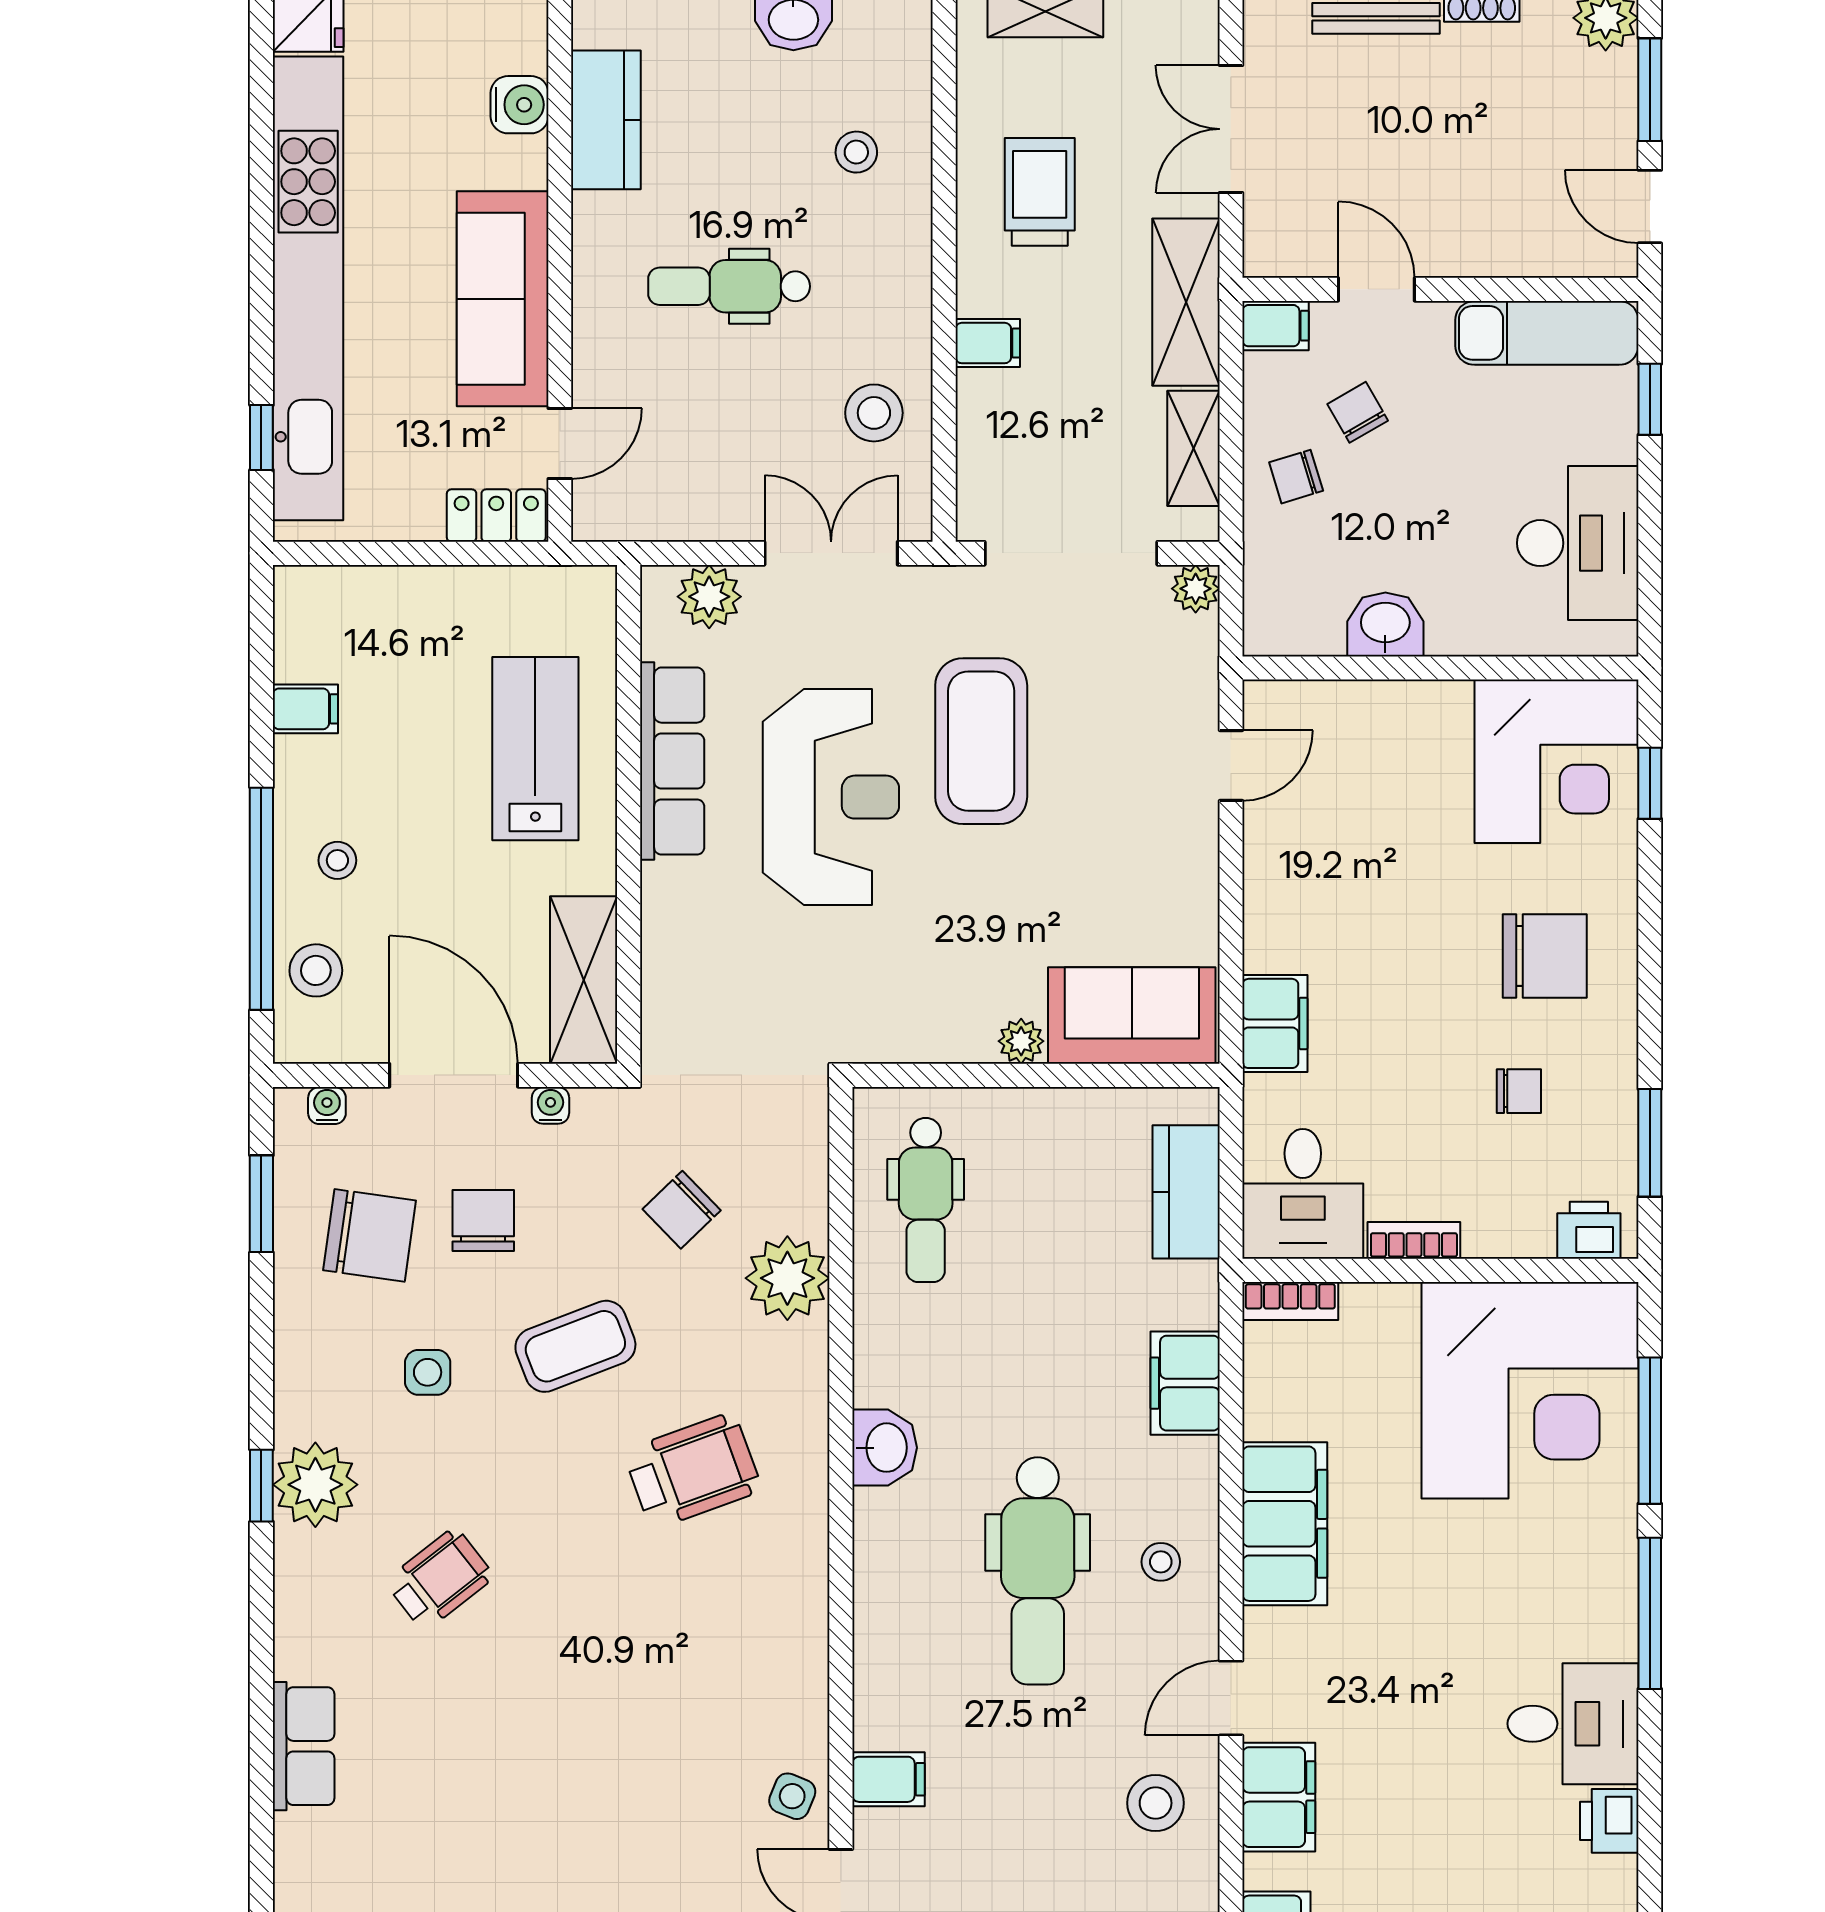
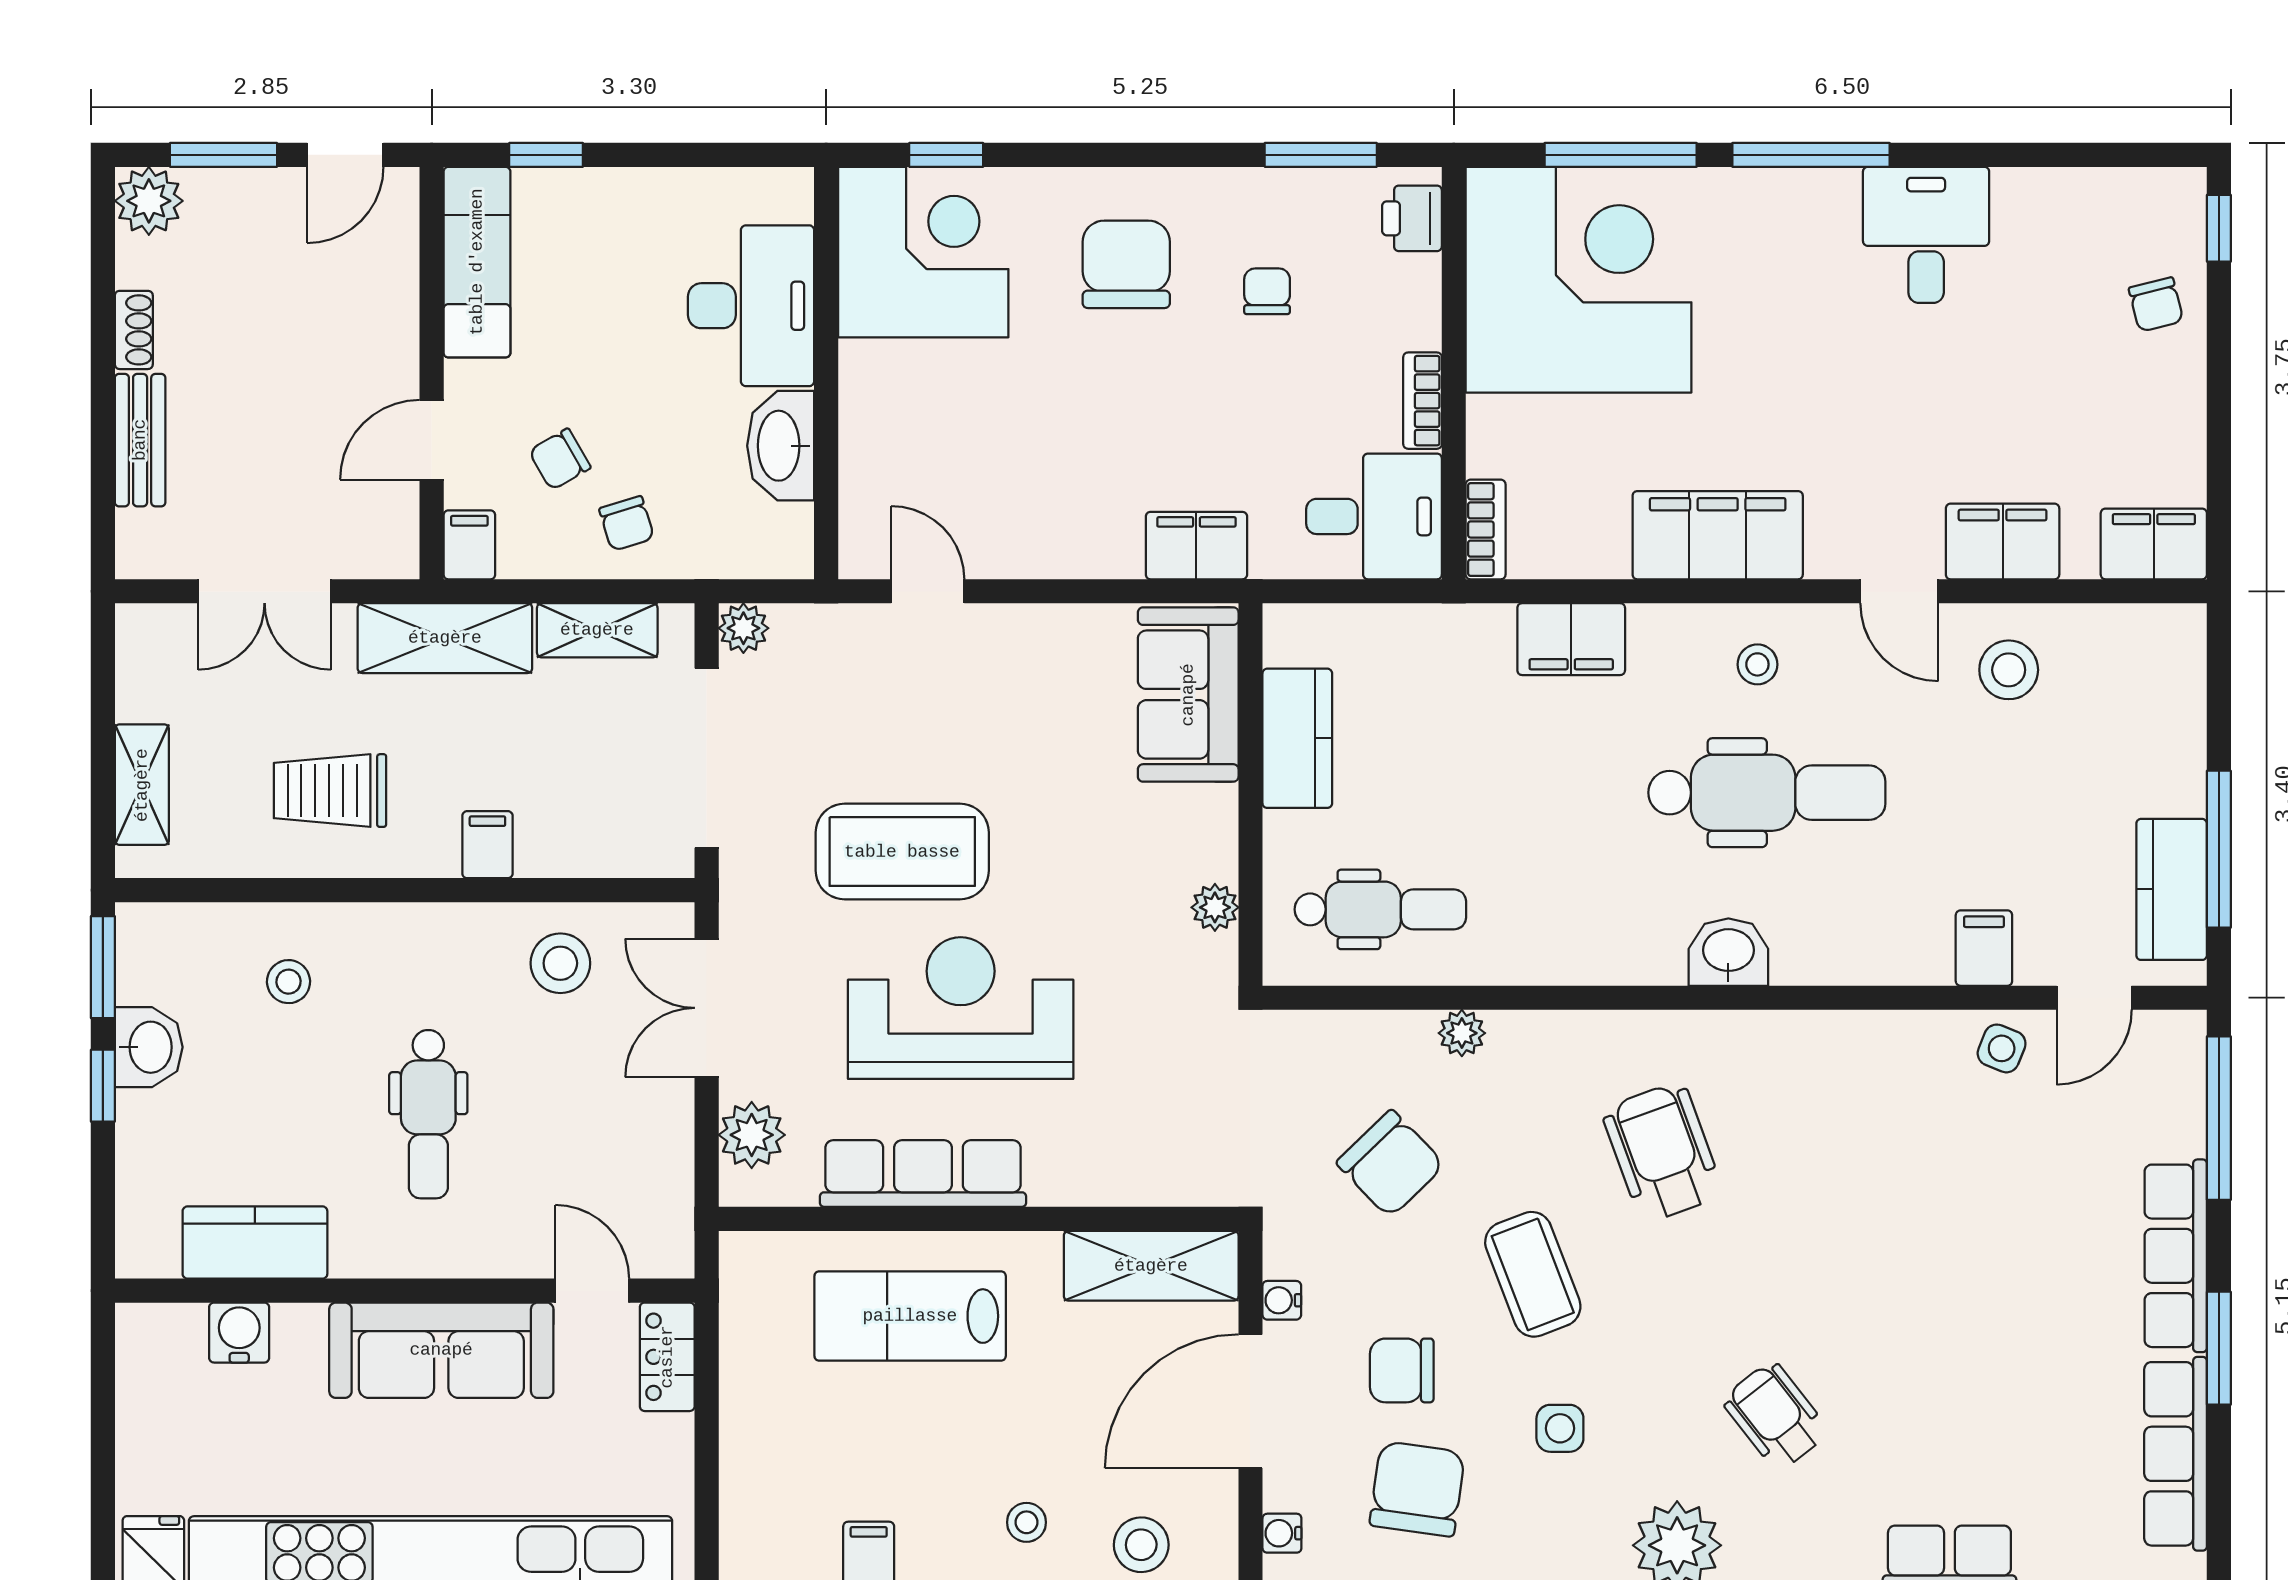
desk: (1578, 543) -> (751, 306), moved, turned 90
washbasin: (1385, 624) -> (781, 446), width x1.38
plant: (1021, 1041) -> (1215, 907), moved
kitchen counter: (1186, 1192) -> (1297, 738), moved, turned -90
chair: (682, 1210) -> (1391, 1164), width x1.37, depth x1.37
plant: (787, 1278) -> (1462, 1033), width x0.53, depth x0.53
washbasin: (885, 1448) -> (1728, 952), moved
printer: (1609, 1821) -> (2027, 197), removed

